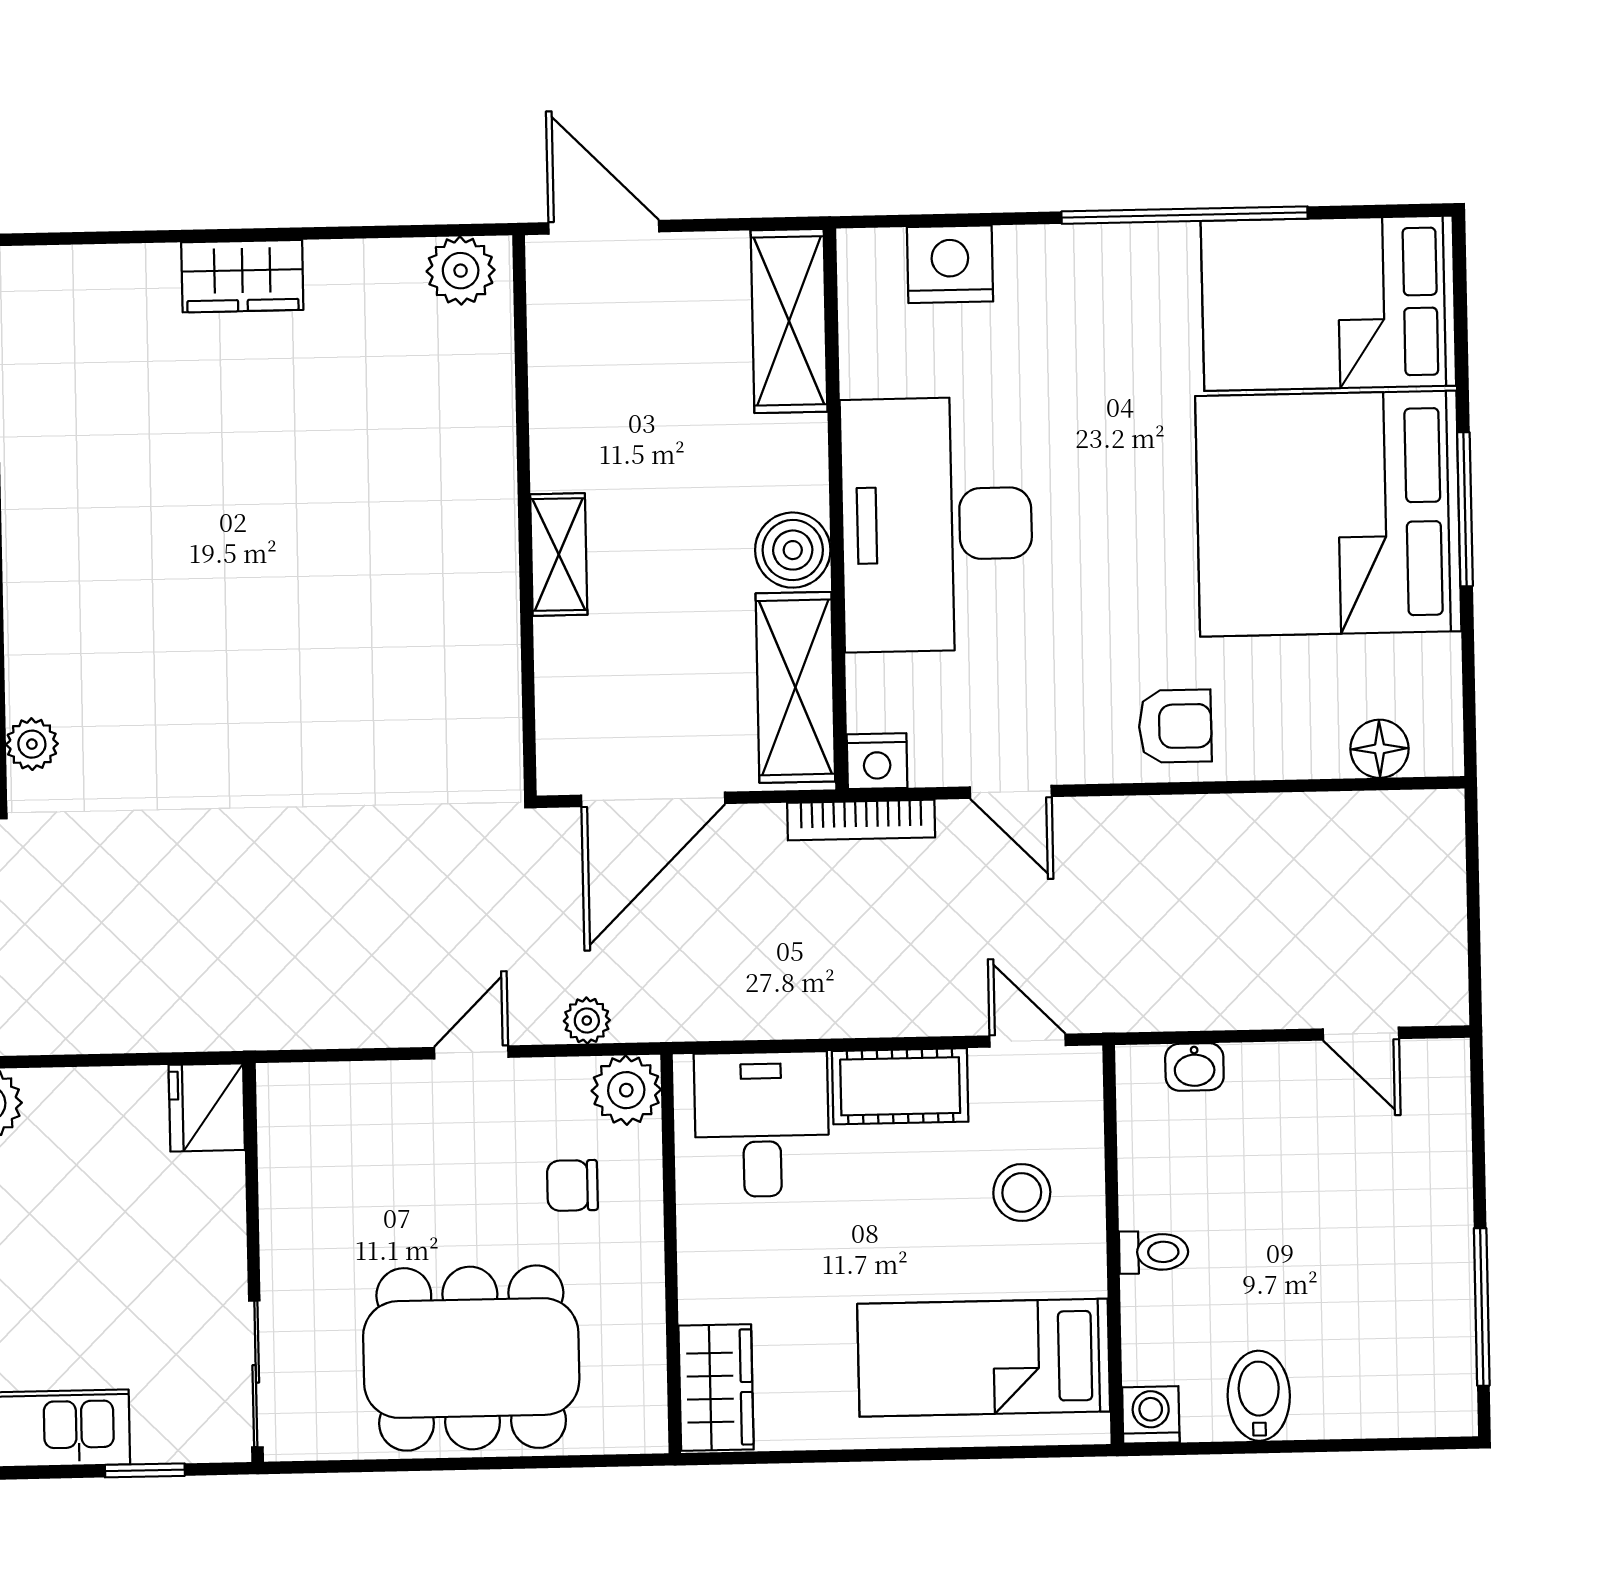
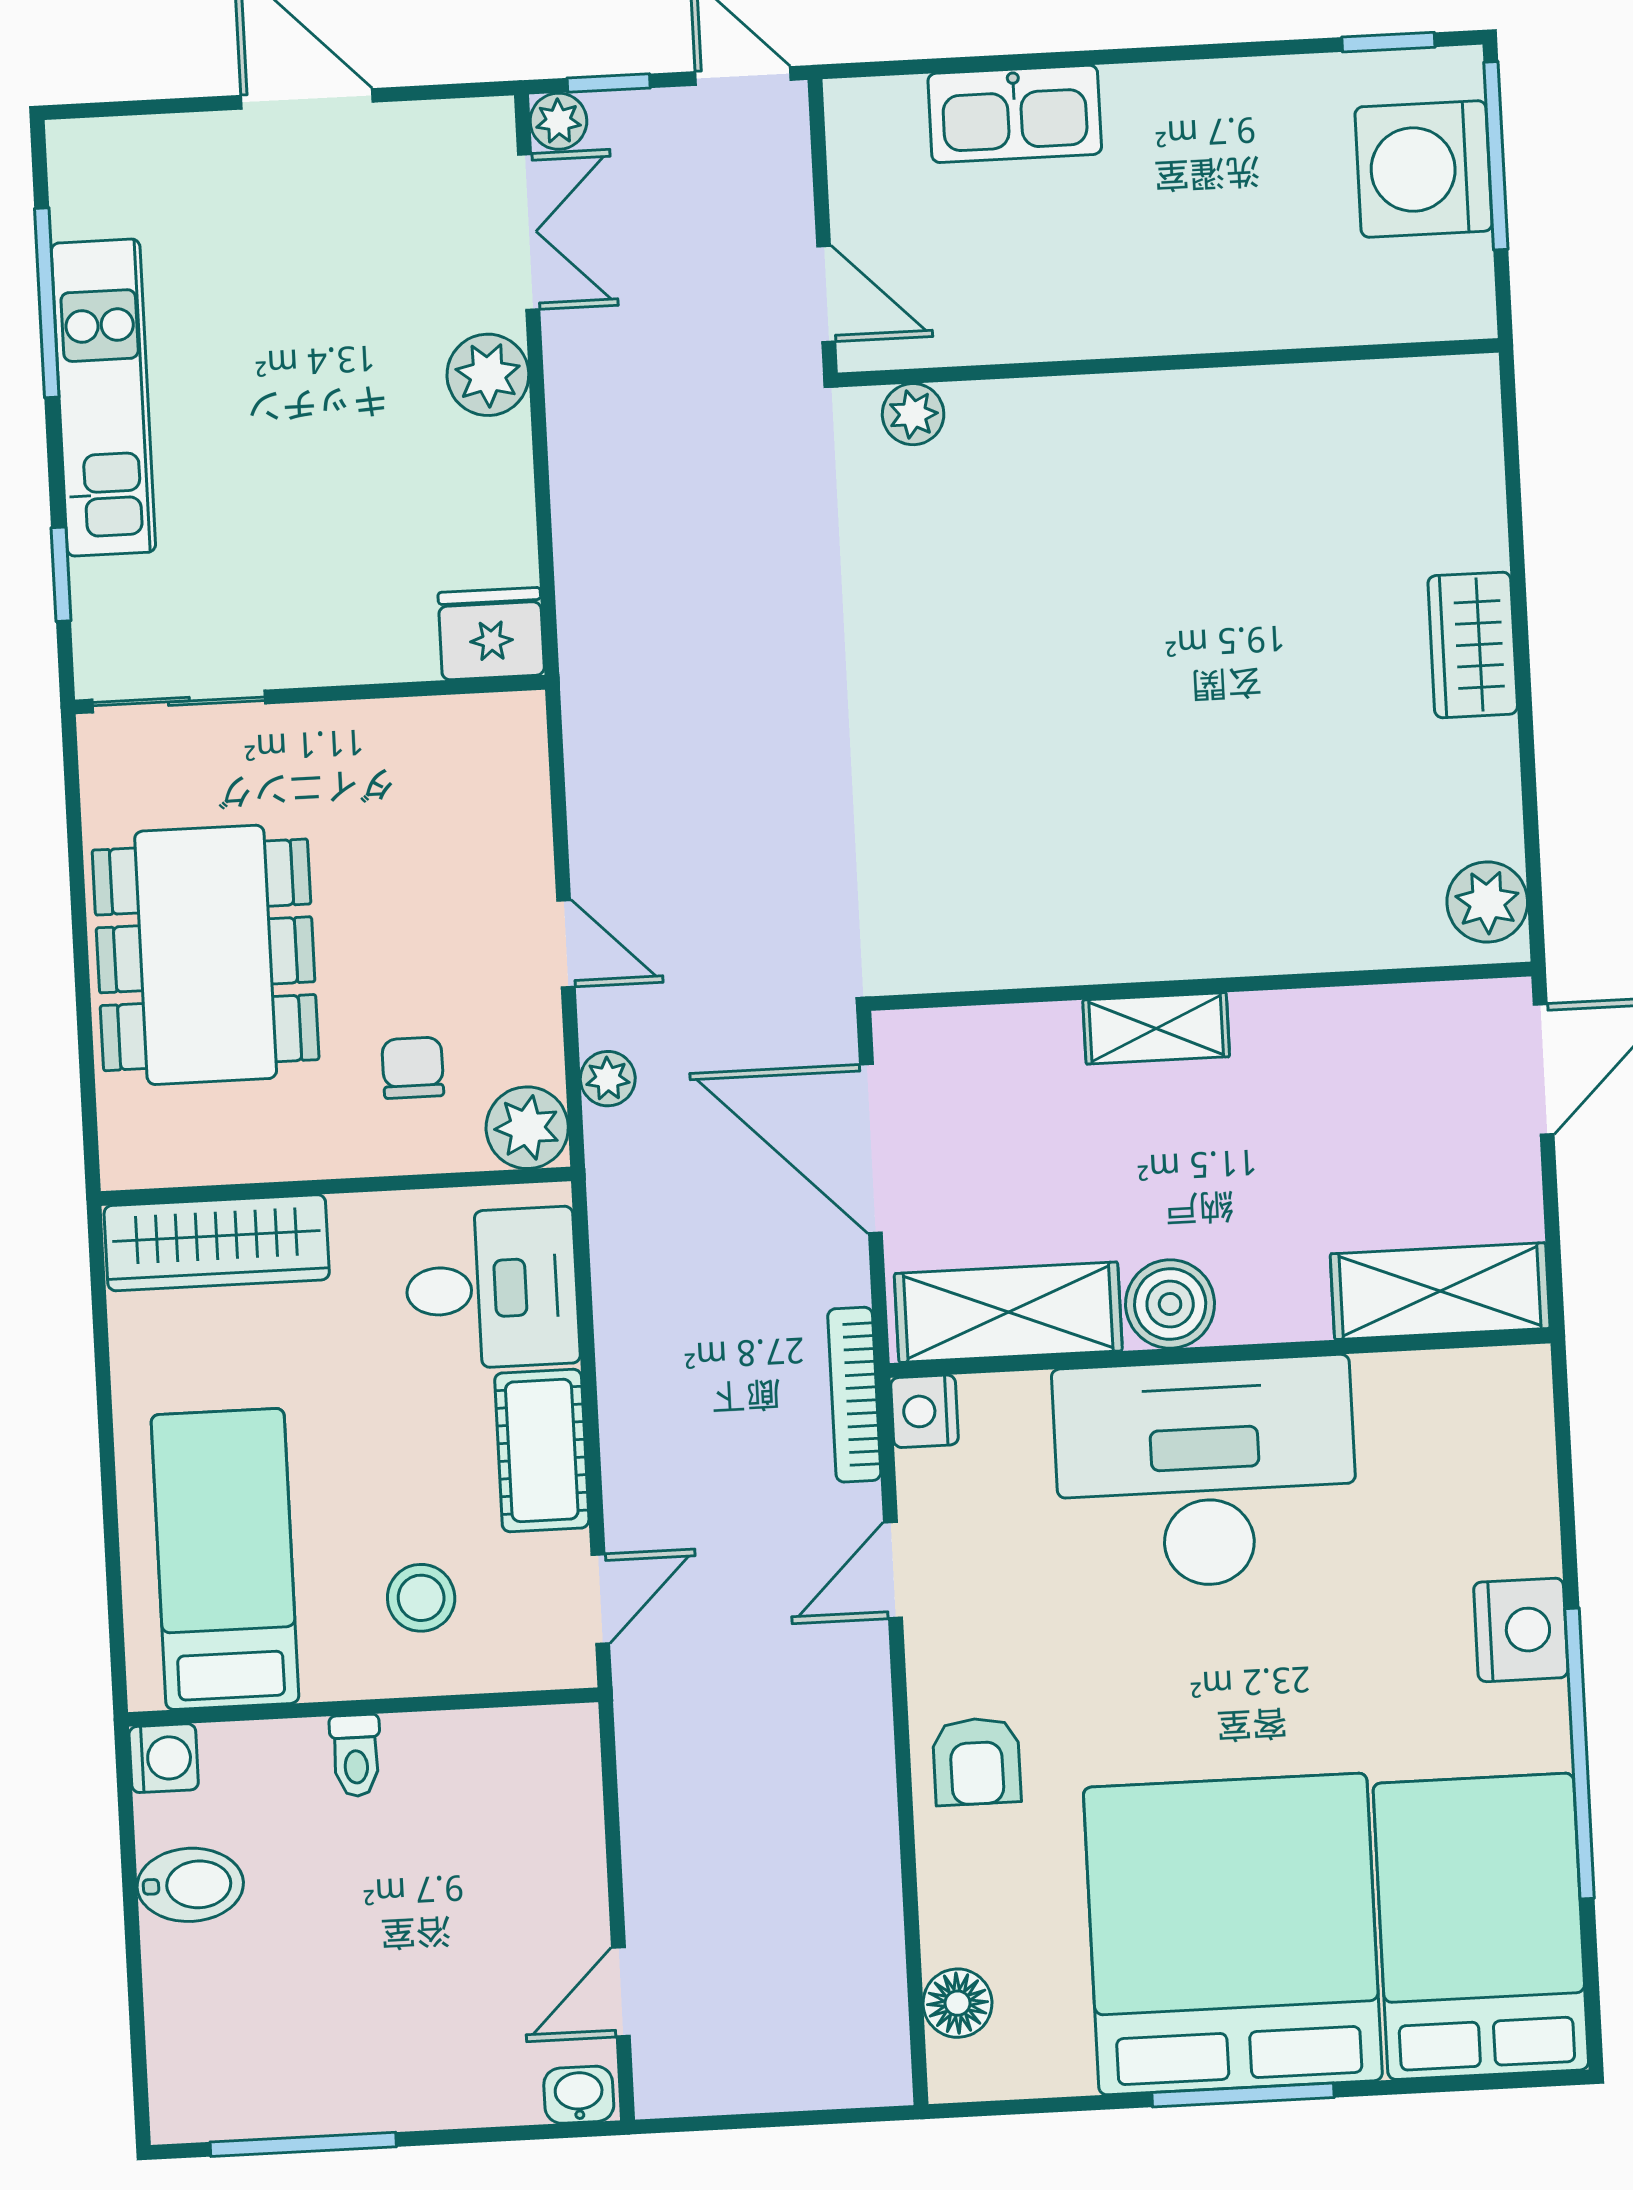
nightstand: (950, 264) -> (1521, 1630), moved
washbasin: (1194, 1067) -> (579, 2095), moved, turned 90
wardrobe: (716, 1388) -> (217, 1243), width x1.50

